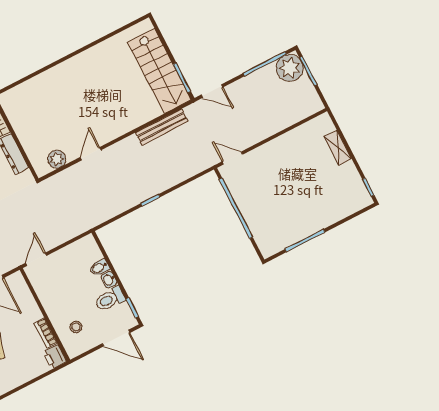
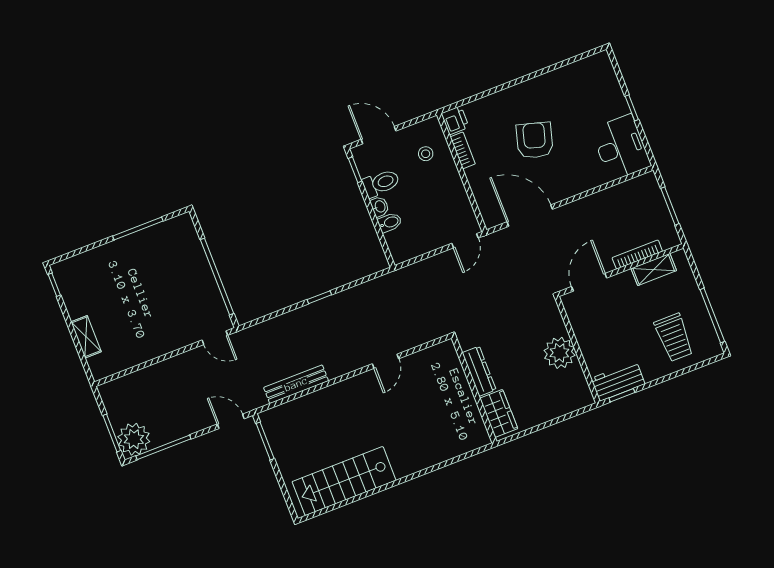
stairs: (160, 71) -> (344, 481), moved, turned -90
plant: (57, 159) -> (427, 359), removed

